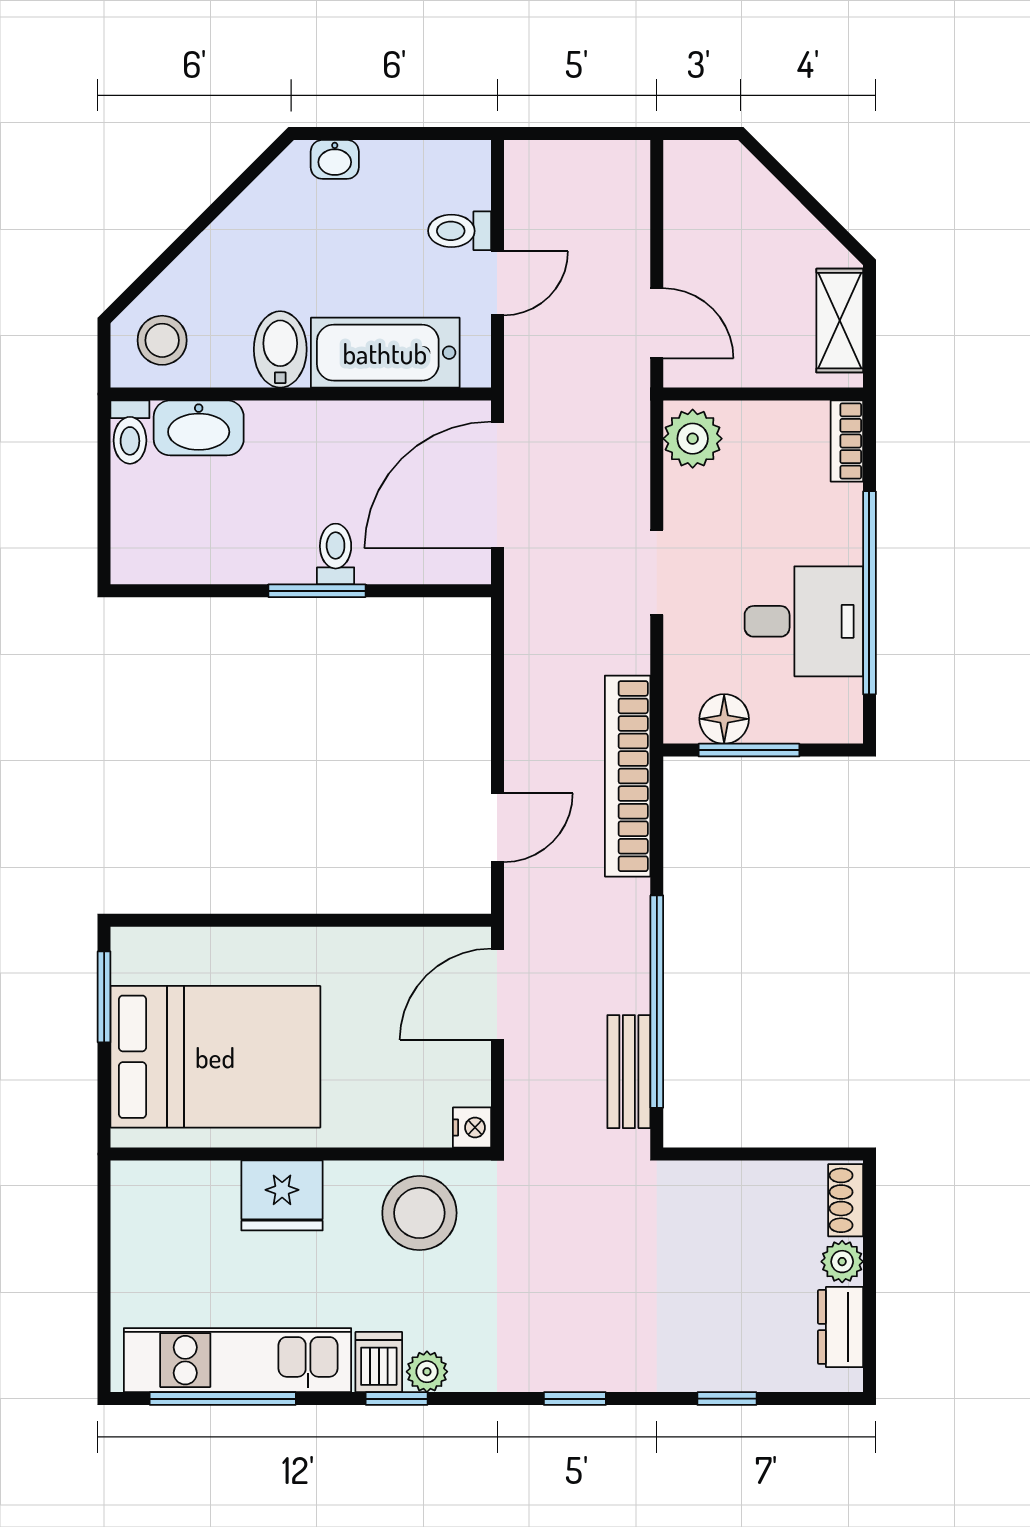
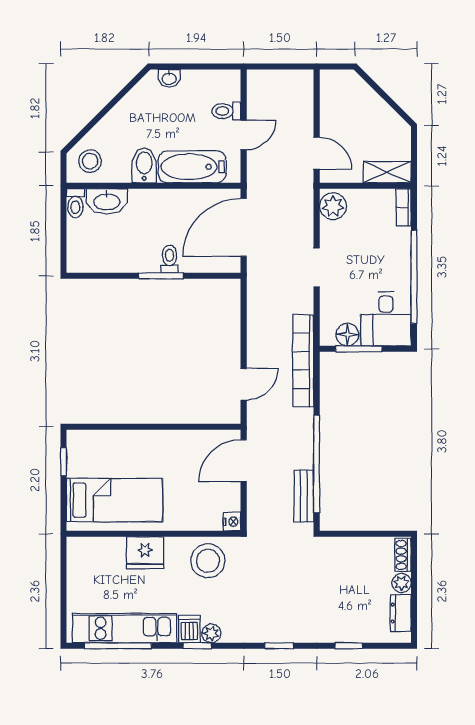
shelving: (840, 321) -> (387, 172), moved, turned 90
desk: (804, 621) -> (386, 319), moved, turned 90
window: (104, 997) -> (64, 462), width x0.67
bed: (215, 1057) -> (114, 500), width x0.67

